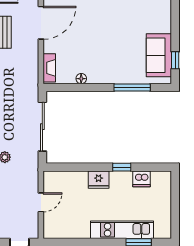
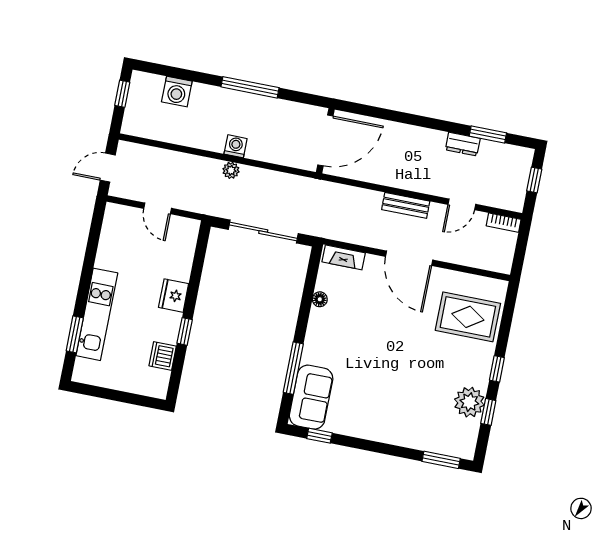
sofa: (159, 55) -> (311, 397), moved, turned 90

